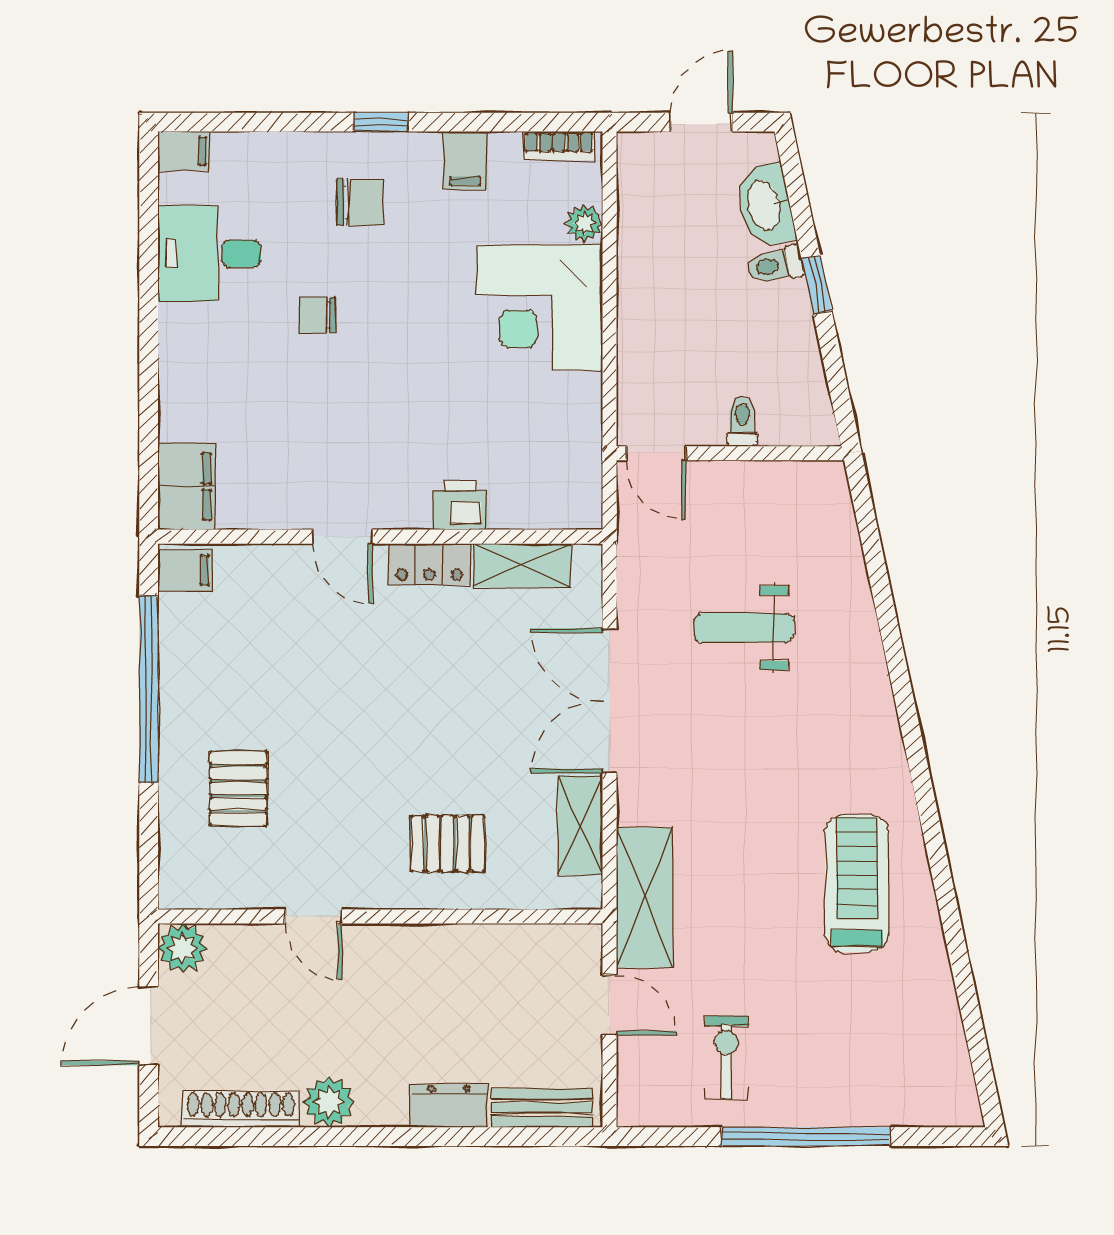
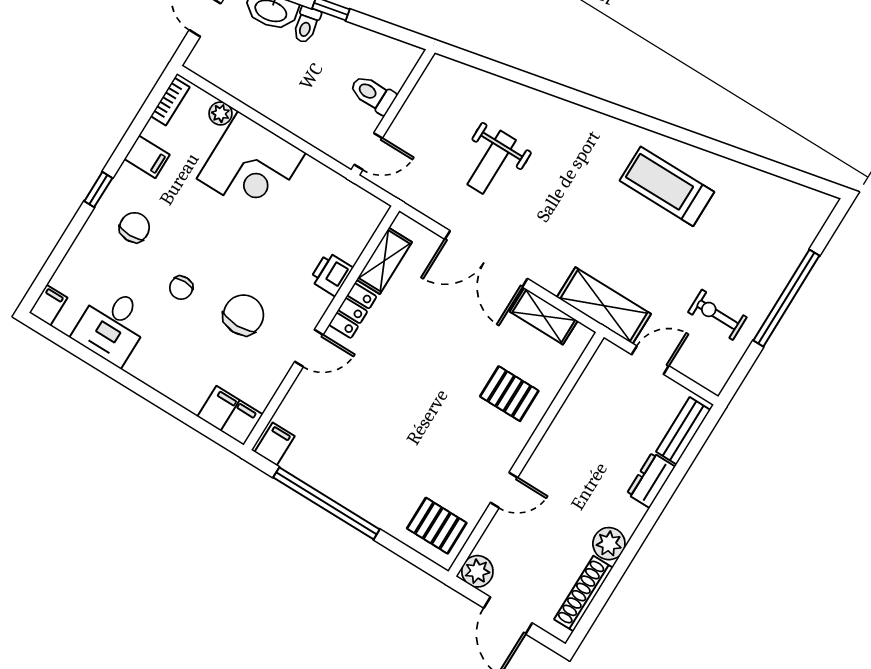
chair: (333, 421) -> (243, 315), added
toilet: (742, 421) -> (373, 94), width x1.37, depth x1.39
pallet: (238, 789) -> (437, 526), moved
pallet: (448, 844) -> (509, 394), turned 90

